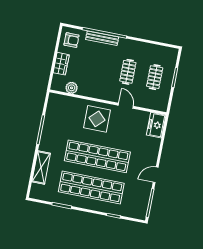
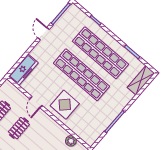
freezer: (156, 125) -> (23, 70), width x1.40
shelving: (41, 167) -> (141, 80), moved
door: (156, 175) -> (44, 34), swing flipped

